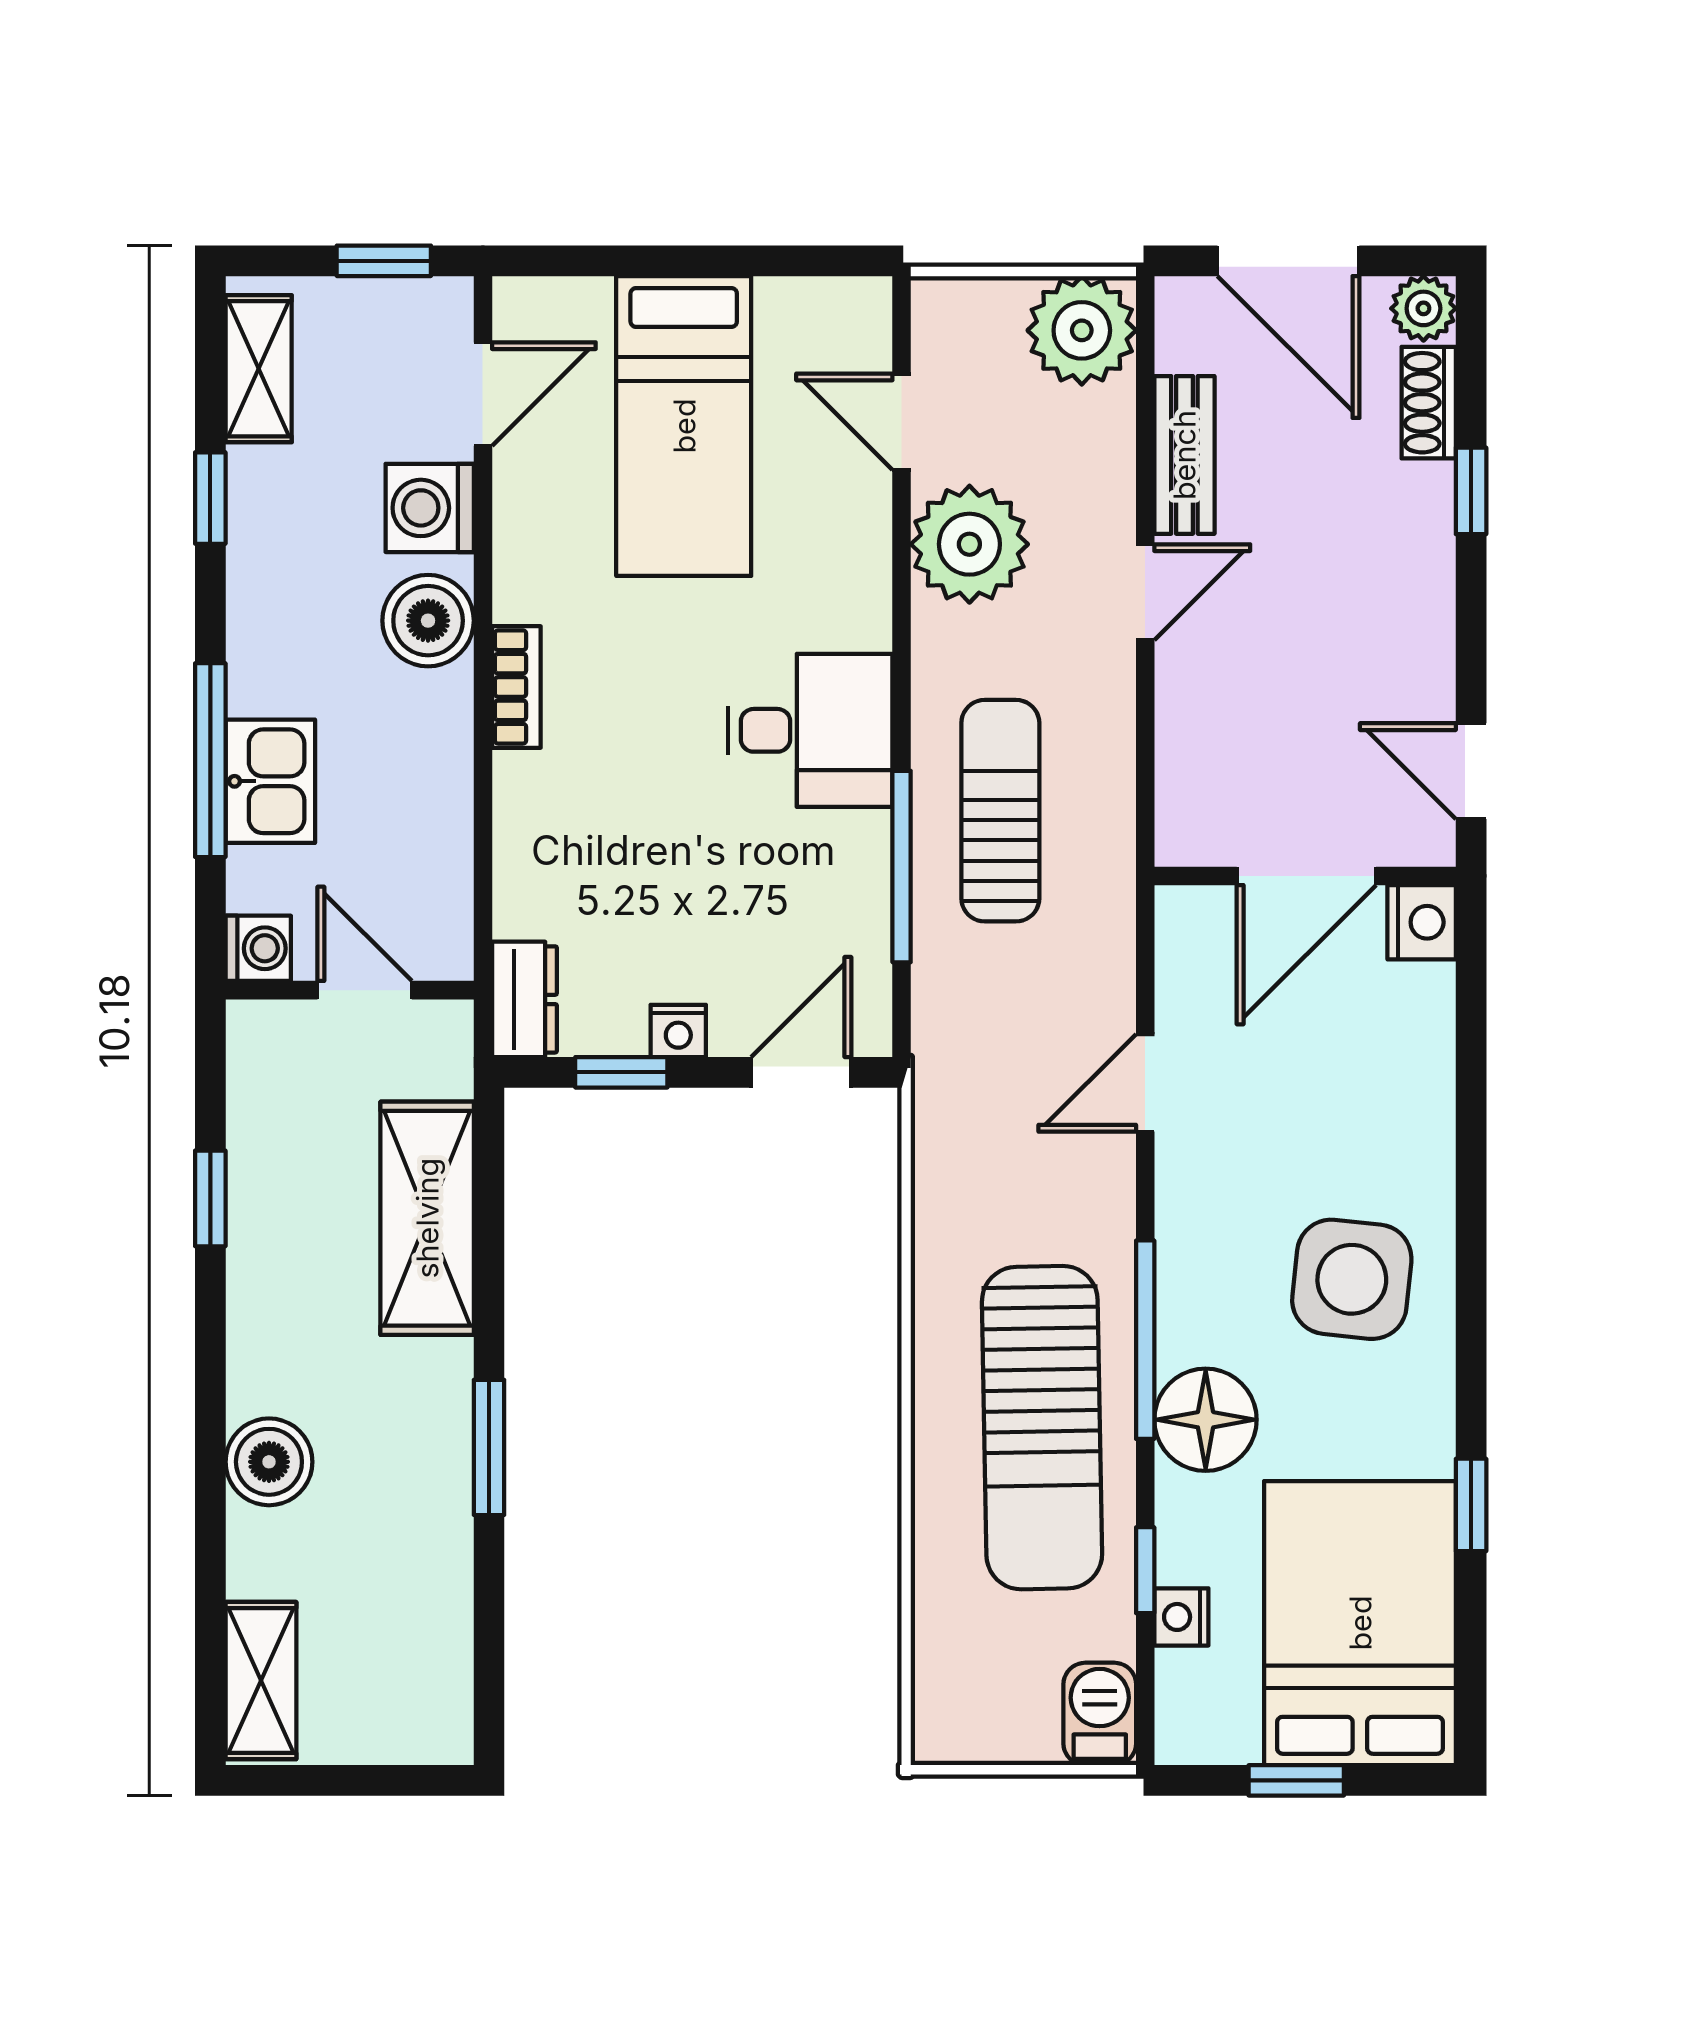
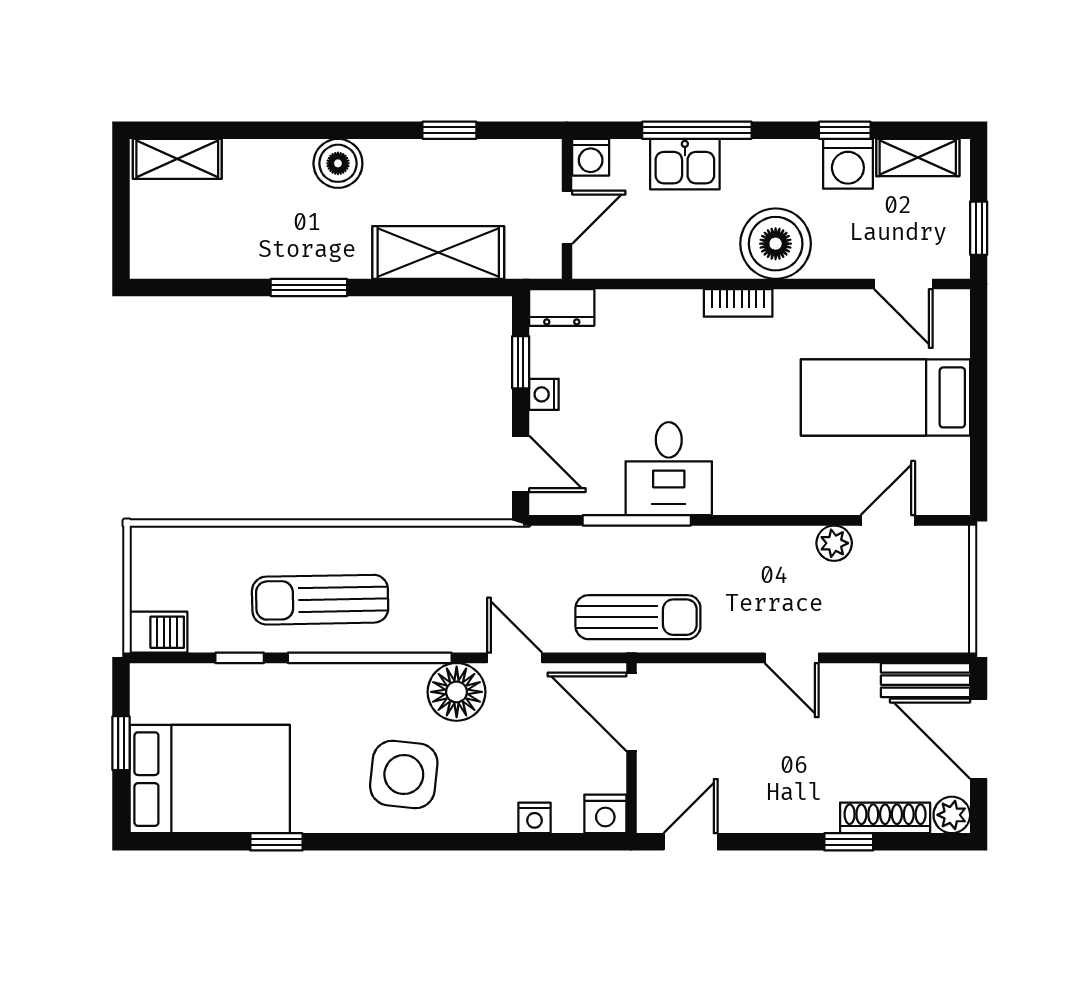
door: (1288, 261) -> (979, 739), hinge flipped
plant: (1082, 330) -> (939, 622), removed
shoe rack: (1429, 403) -> (885, 818), width x1.43
bench: (1184, 455) -> (926, 680), moved
washing machine: (430, 508) -> (848, 164), moved, turned 180
plant: (969, 544) -> (834, 543), width x0.53, depth x0.53
boiler: (428, 621) -> (776, 244), width x1.37, depth x1.37
desk: (810, 730) -> (669, 469), moved
sun lounger: (1000, 811) -> (638, 617), moved
door: (1306, 876) -> (631, 712), moved
window: (1145, 1340) -> (370, 658), width x1.46
floor lamp: (1206, 1420) -> (457, 692), moved
sun lounger: (1042, 1428) -> (320, 600), width x0.73, depth x0.75
boiler: (269, 1462) -> (338, 163), moved
nightstand: (1181, 1617) -> (534, 818), moved, turned 180

